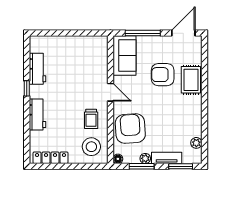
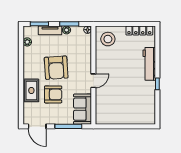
door: (183, 33) -> (37, 126), hinge flipped
workbench: (38, 69) -> (149, 99), removed
door: (110, 92) -> (93, 81), swing flipped
workbench: (37, 115) -> (149, 64), width x1.38
trolley: (91, 119) -> (108, 60), removed
armchair: (130, 129) -> (56, 68), moved

